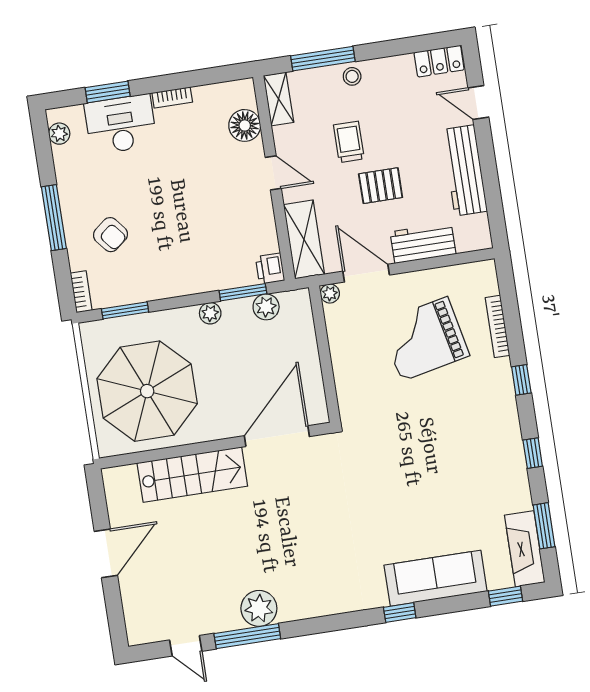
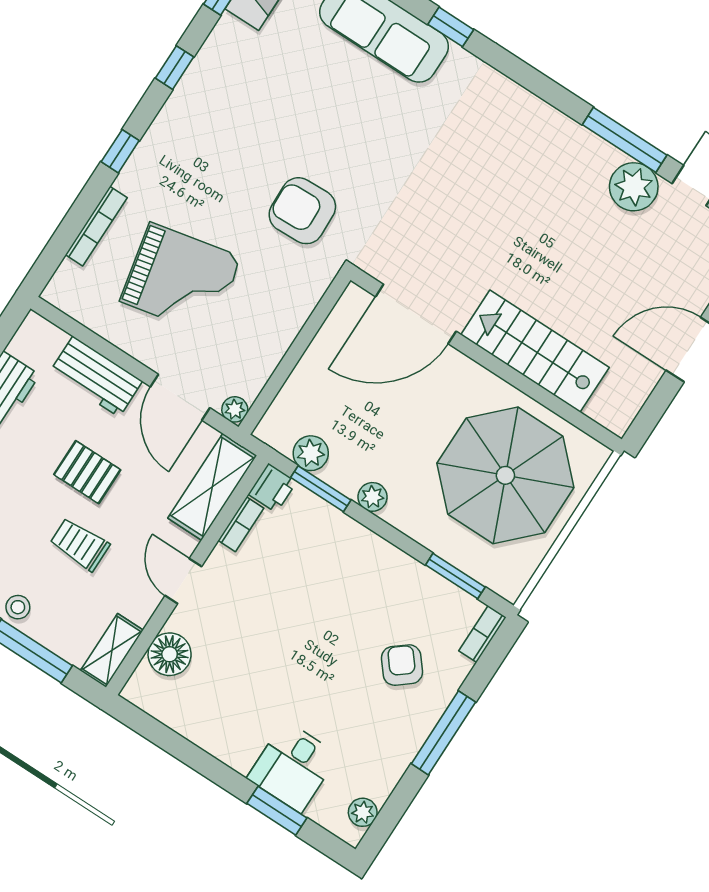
bookcase: (172, 98) -> (241, 524), moved, turned 90
desk: (121, 124) -> (293, 767), width x0.73
trolley: (349, 142) -> (80, 544), turned 90
armchair: (391, 437) -> (302, 211), added
plant: (259, 608) -> (634, 187), moved

